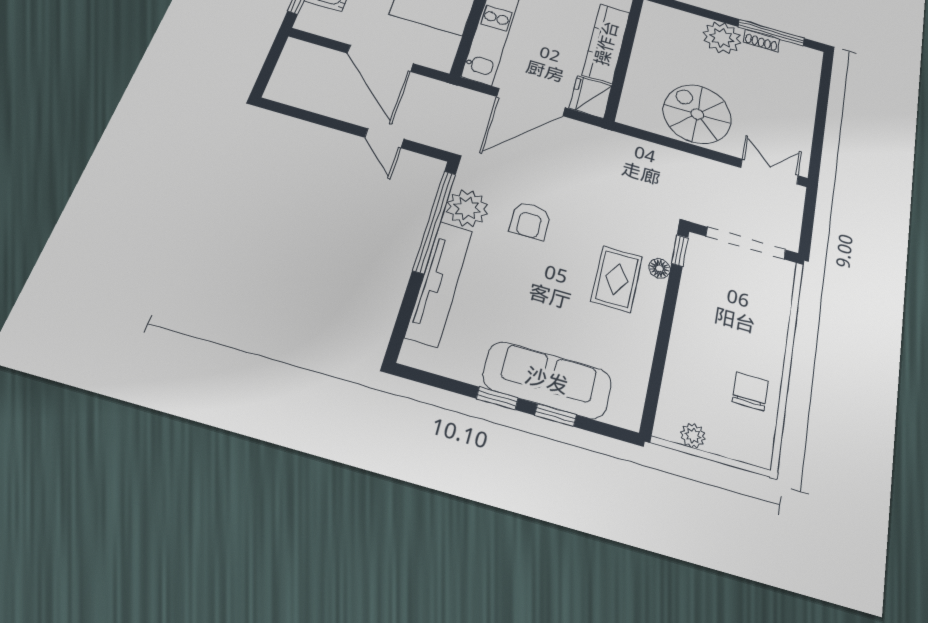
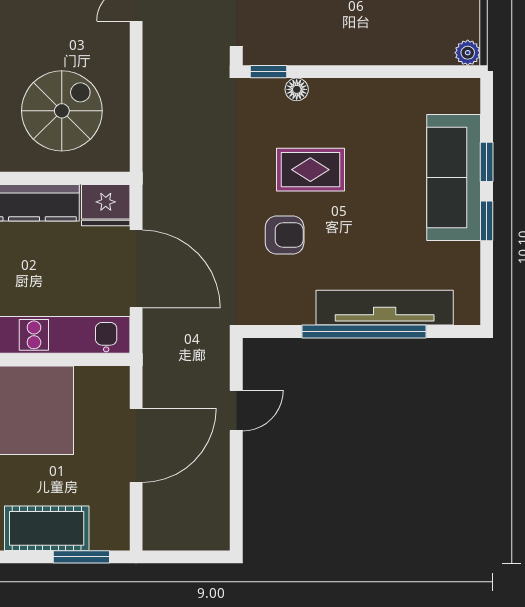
spiral stairs: (697, 114) -> (62, 111), moved, turned 180
plant: (467, 208) -> (291, 303), removed
window: (434, 222) -> (364, 332), moved
rug: (617, 279) -> (310, 170), moved
plant: (693, 436) -> (468, 53), moved

